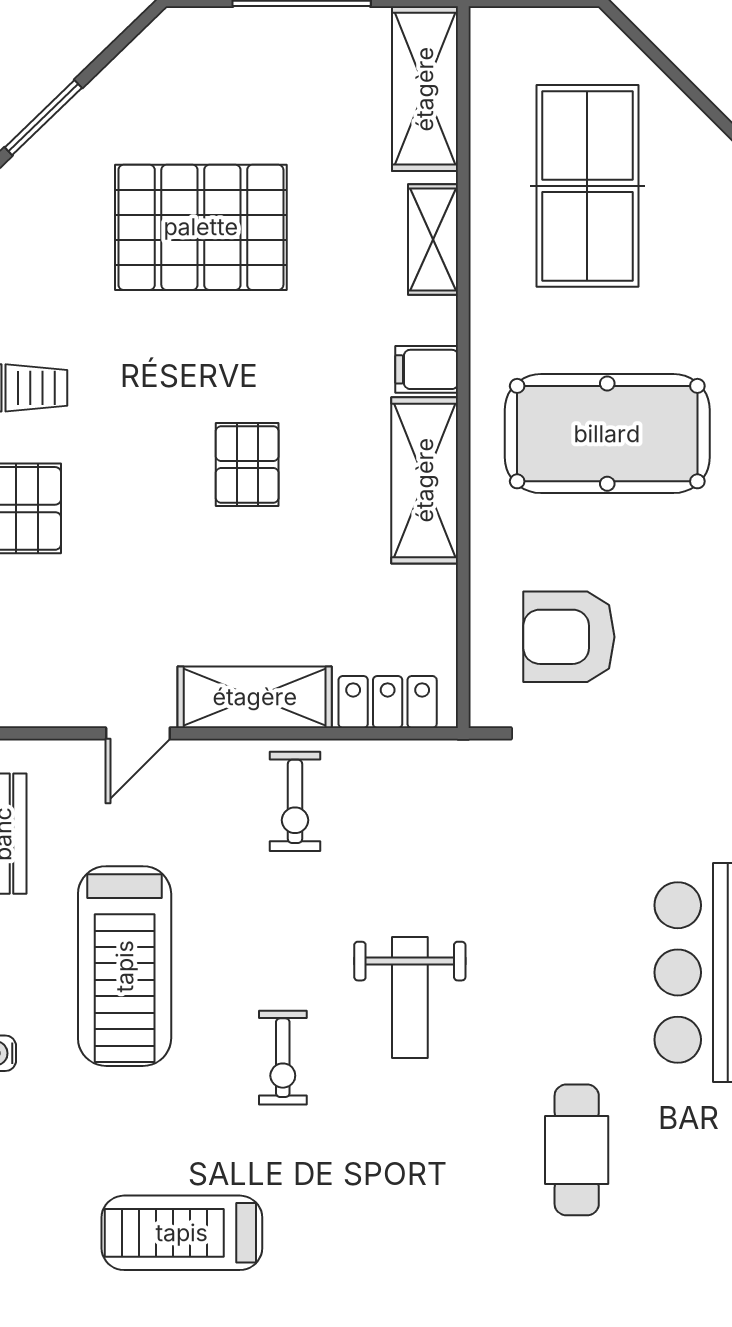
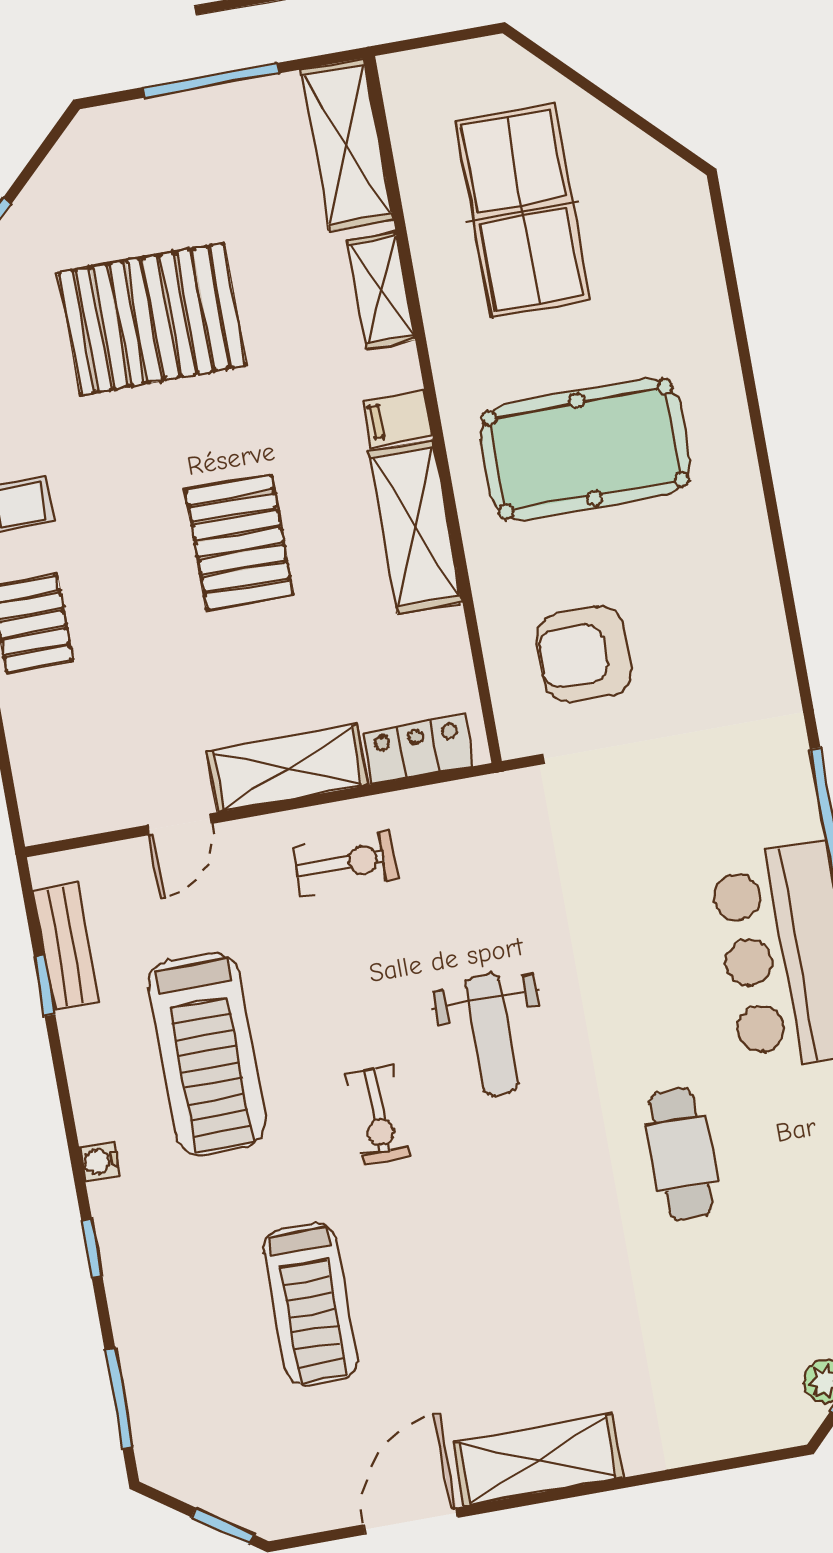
pallet: (247, 464) -> (239, 542), width x1.50, depth x1.42
exercise bike: (295, 801) -> (345, 863), turned -90
treadmill: (182, 1233) -> (310, 1304), turned -90

